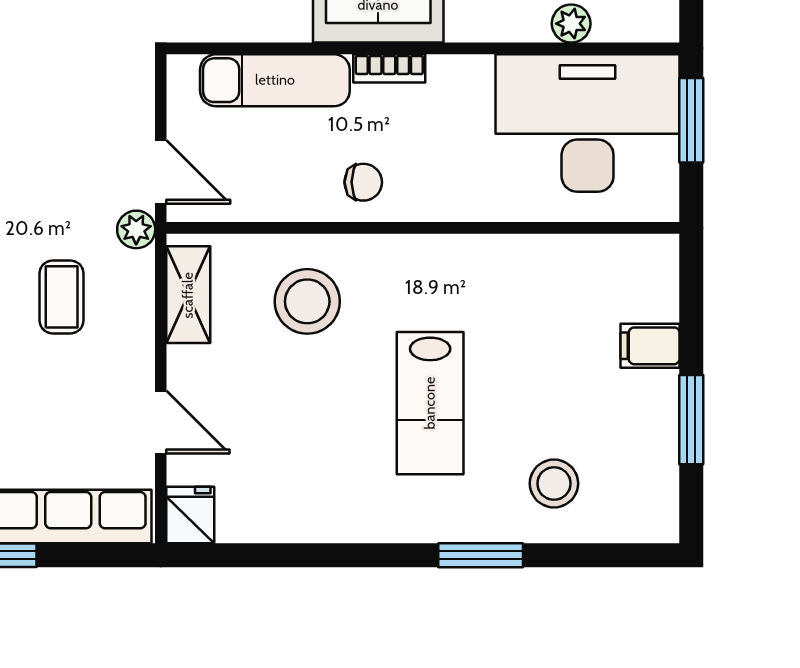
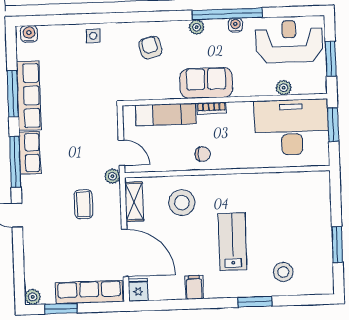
filing cabinet: (650, 346) -> (194, 287), moved, turned 90
lab bench: (430, 403) -> (232, 242), turned 180
door: (161, 422) -> (125, 253), width x1.88

